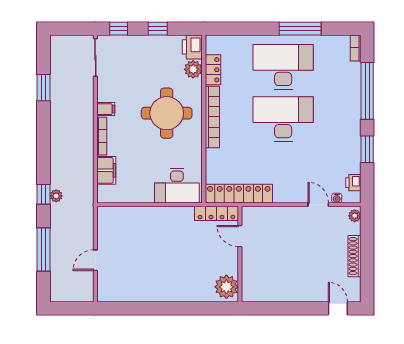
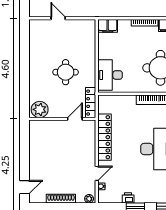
filing cabinet: (106, 170) -> (108, 26), moved
printer: (353, 183) -> (128, 198), moved
locker: (239, 194) -> (105, 137), moved
round table: (173, 250) -> (66, 72), added

